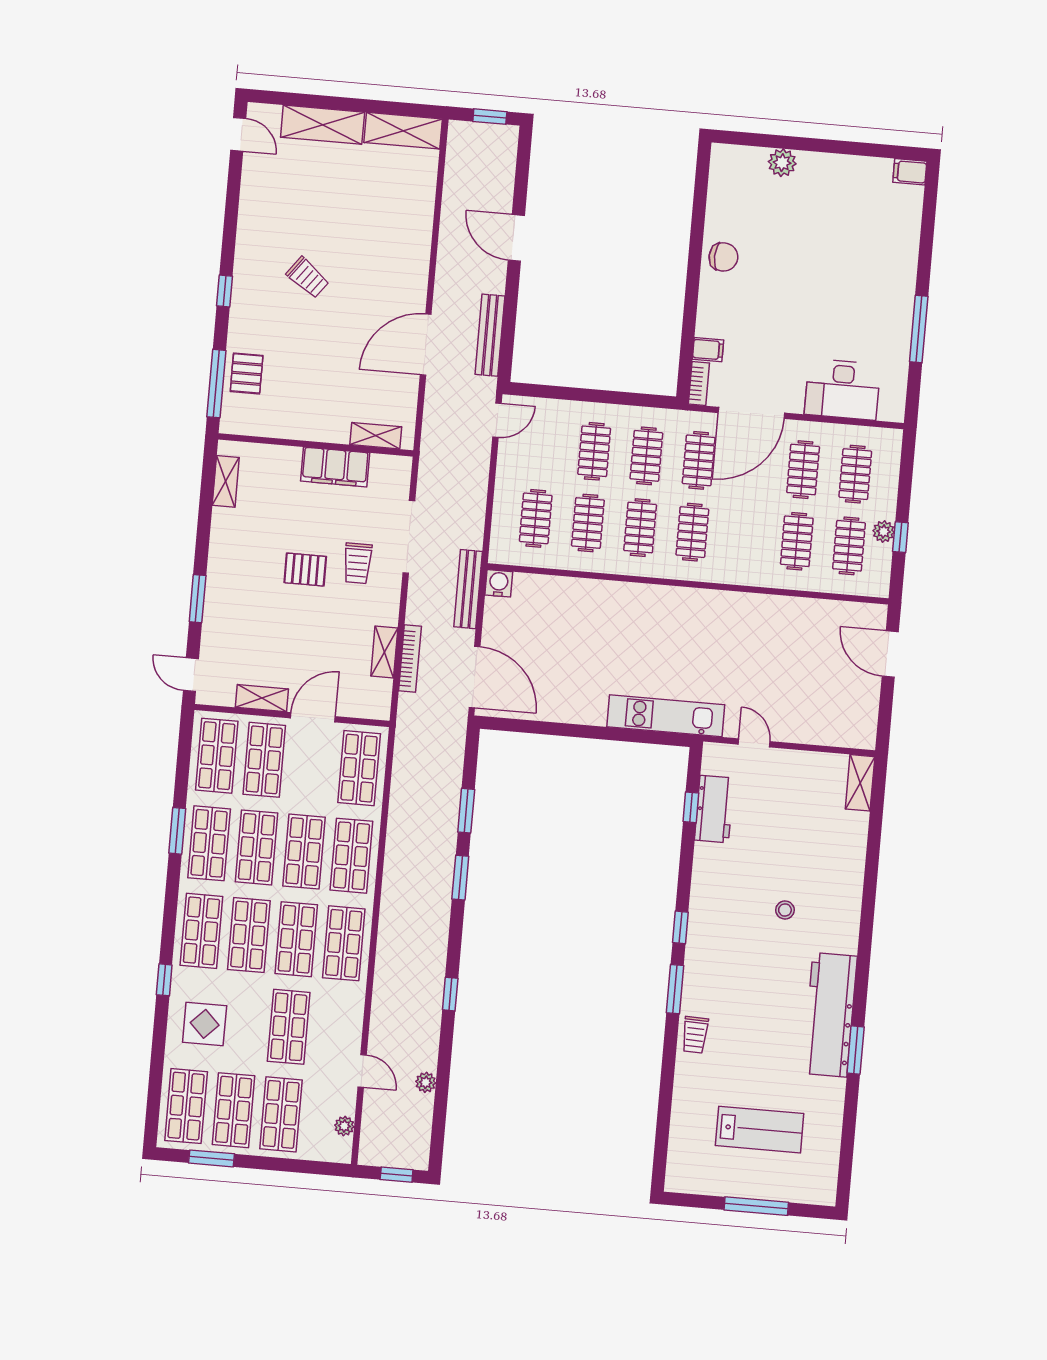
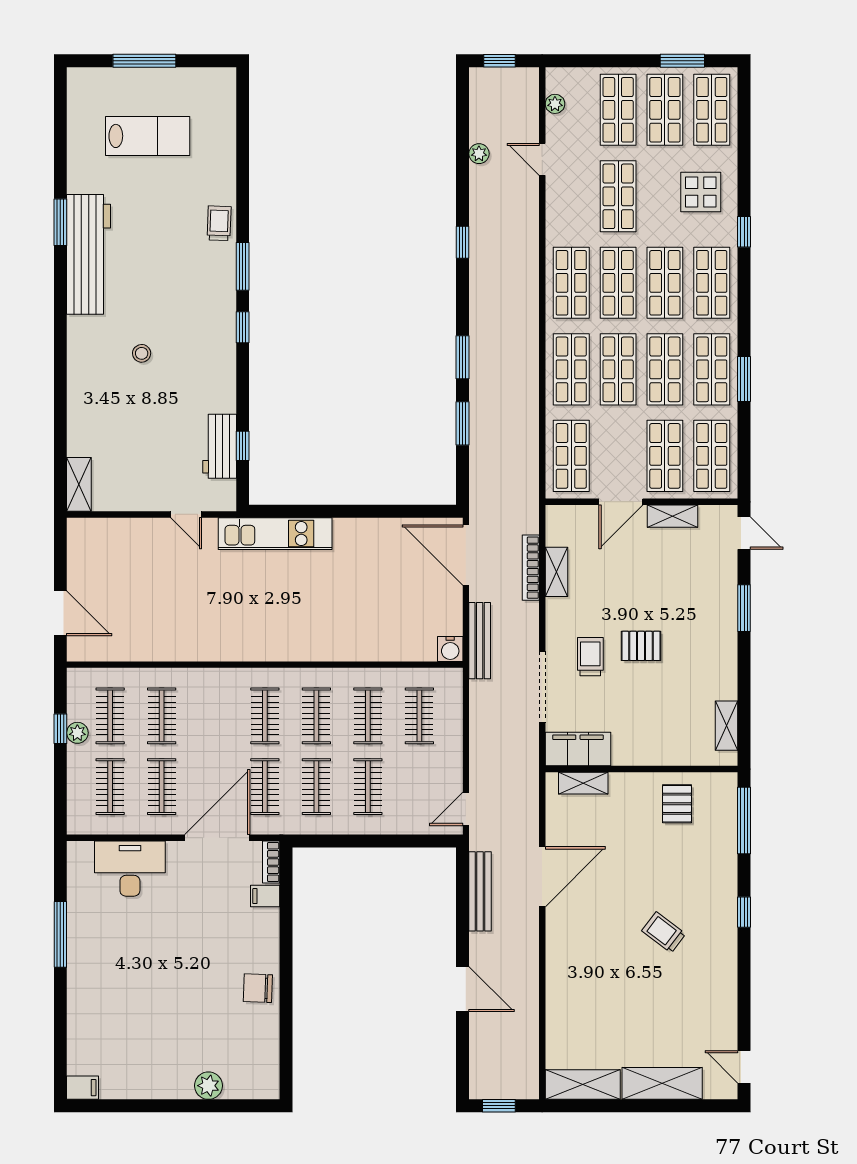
pallet: (247, 373) -> (677, 804), moved
filing cabinet: (335, 467) -> (578, 749), moved
lab bench: (760, 1130) -> (148, 136), turned 180

